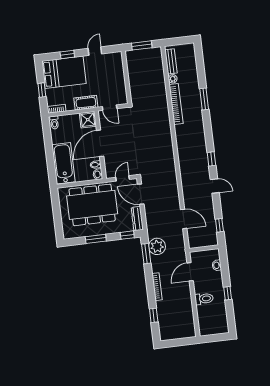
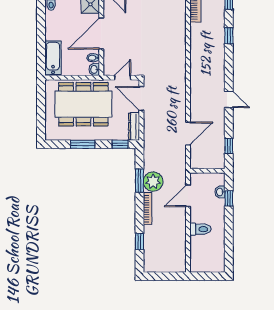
window: (211, 159) -> (229, 36), moved
bathtub: (64, 163) -> (53, 58), width x0.73, depth x0.73
door: (184, 219) -> (188, 133), hinge flipped
plant: (157, 246) -> (153, 182), moved
window: (146, 254) -> (139, 181), moved
window: (228, 293) -> (229, 198), moved

